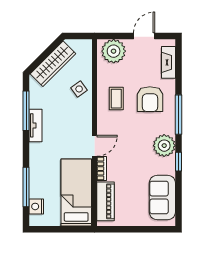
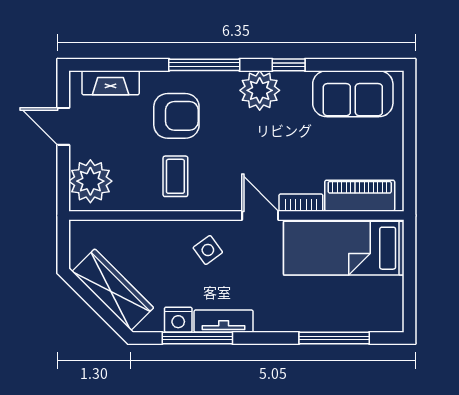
side table: (79, 89) -> (208, 250), moved
coffee table: (116, 99) -> (175, 176), turned 90
nightstand: (36, 206) -> (178, 320), moved

